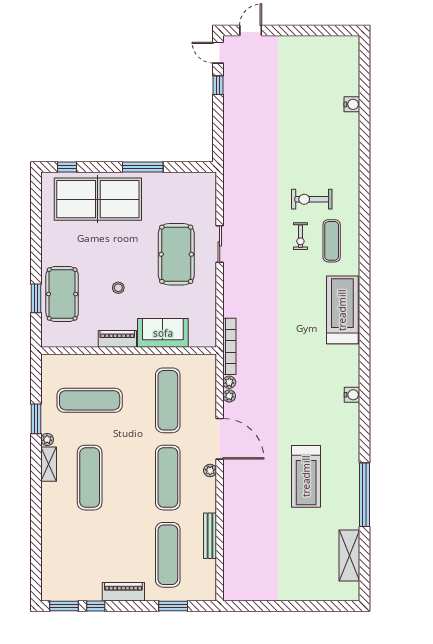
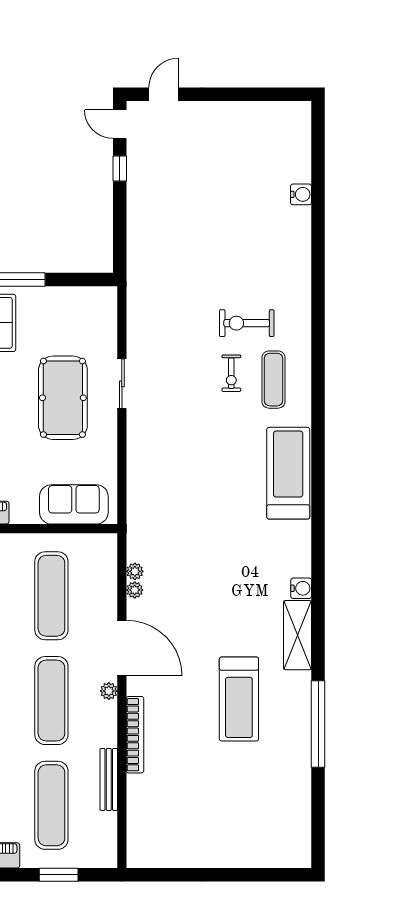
sofa: (163, 333) -> (74, 504), moved
bookcase: (229, 346) -> (135, 735), moved
shelving: (349, 555) -> (298, 635), moved

